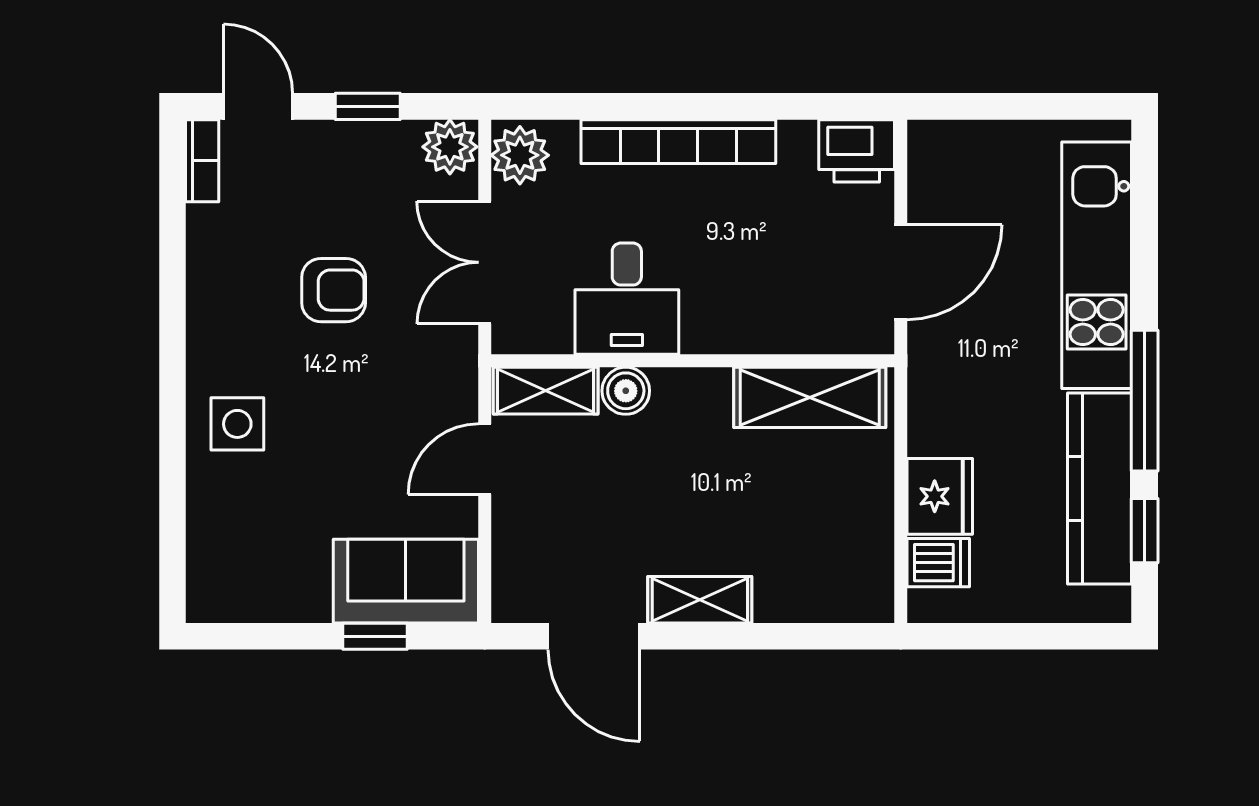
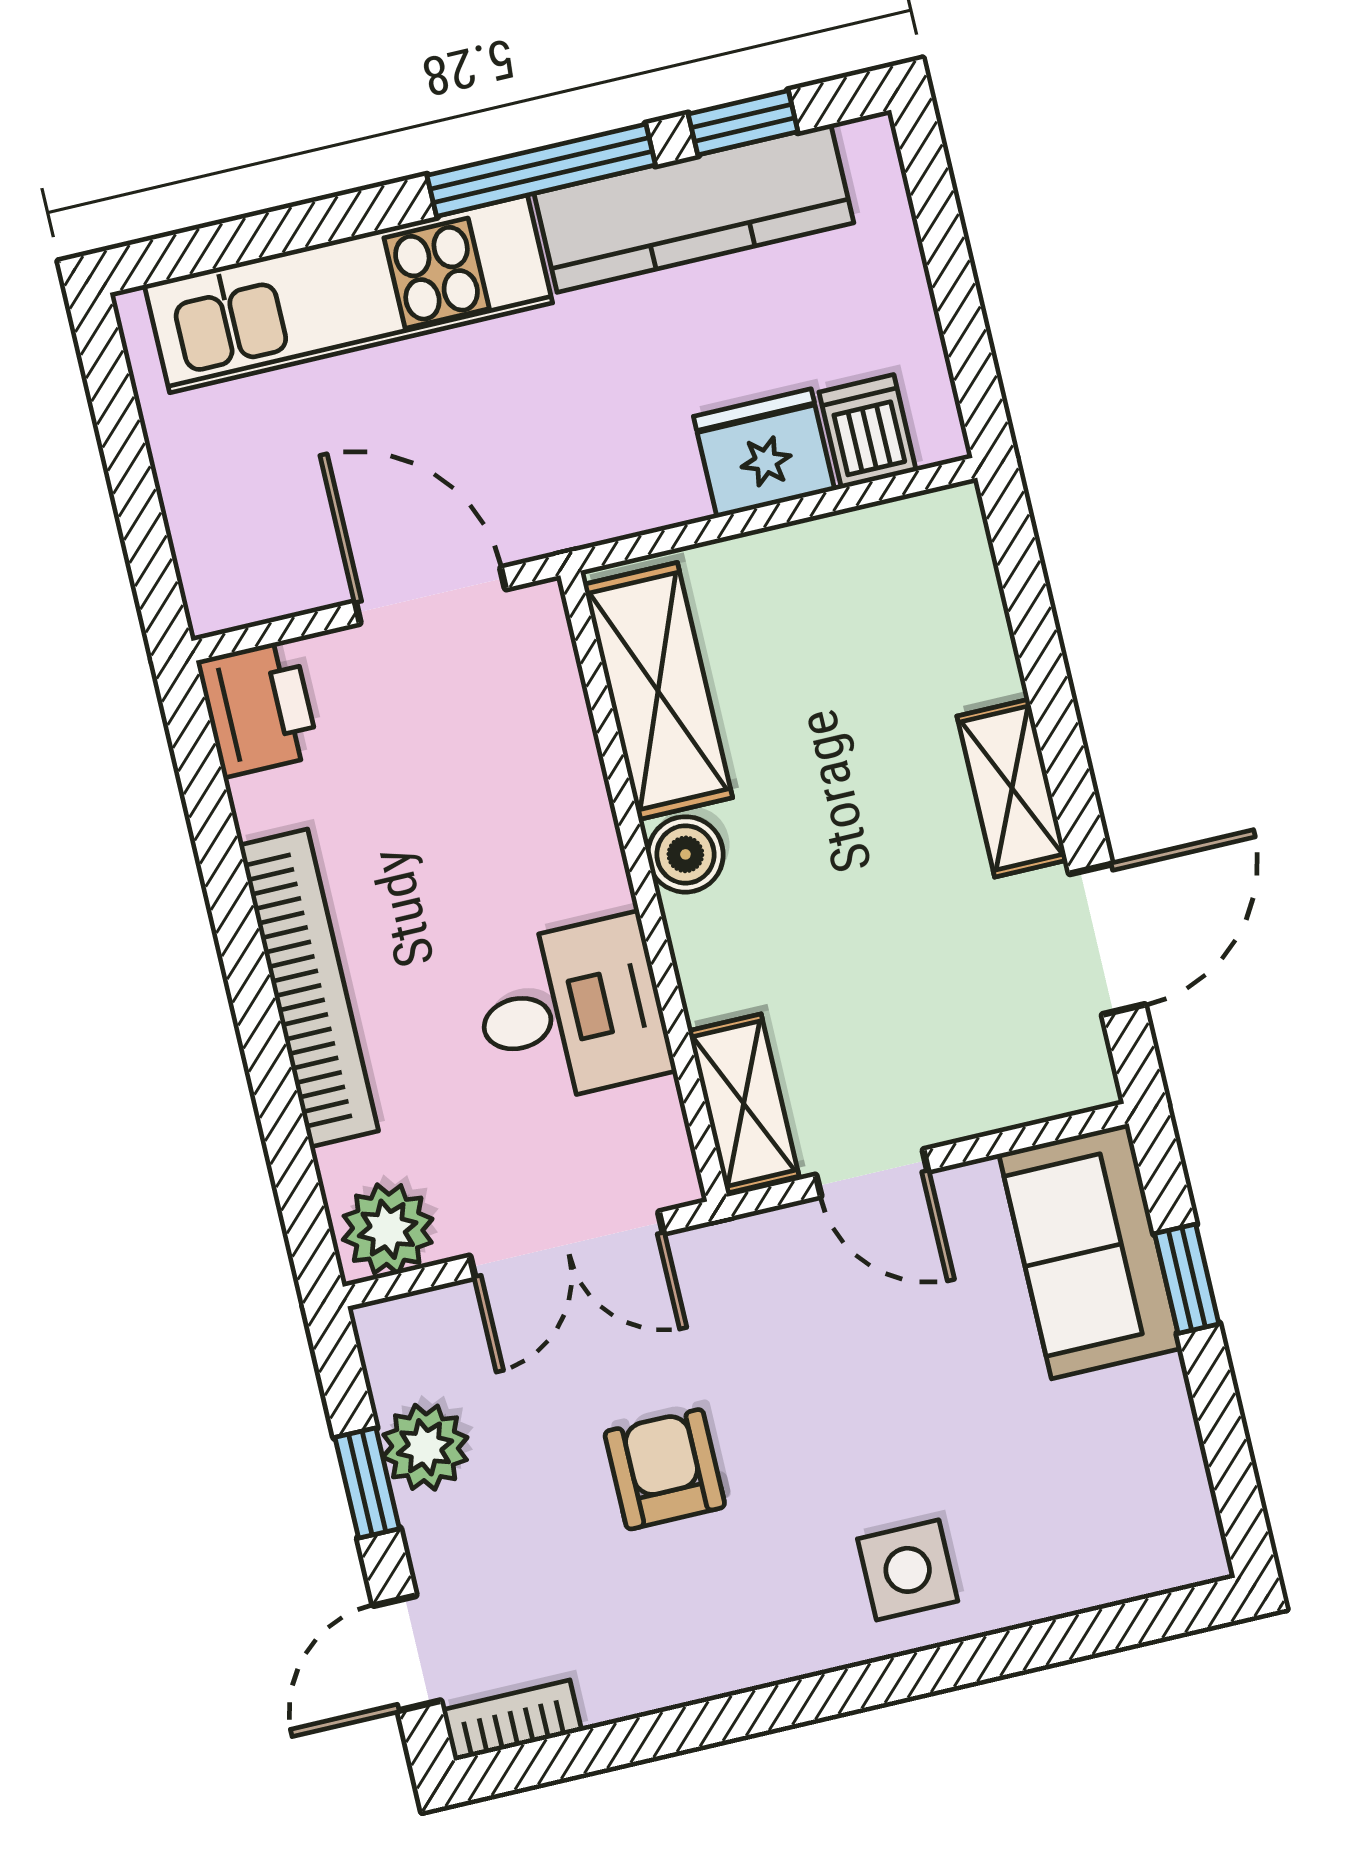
plant: (450, 147) -> (425, 1447), moved
boiler: (626, 391) -> (685, 854), moved

